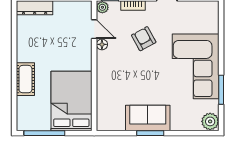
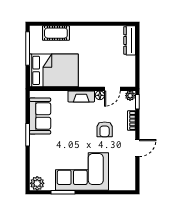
armchair: (144, 39) -> (105, 129), turned 119
fireplace: (103, 67) -> (81, 96), added
cot: (25, 79) -> (56, 33), moved
sofa: (148, 118) -> (40, 116), moved

